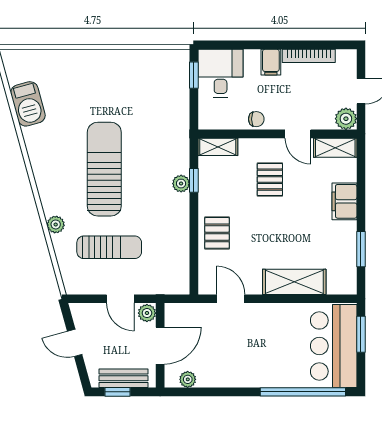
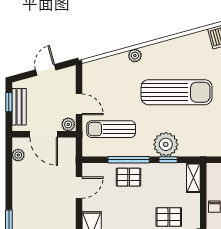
plant: (181, 184) -> (166, 144), width x1.87, depth x1.87
window: (194, 233) -> (129, 160), added
sun lounger: (109, 247) -> (111, 129), moved, turned 90
door: (120, 299) -> (79, 104), swing flipped

